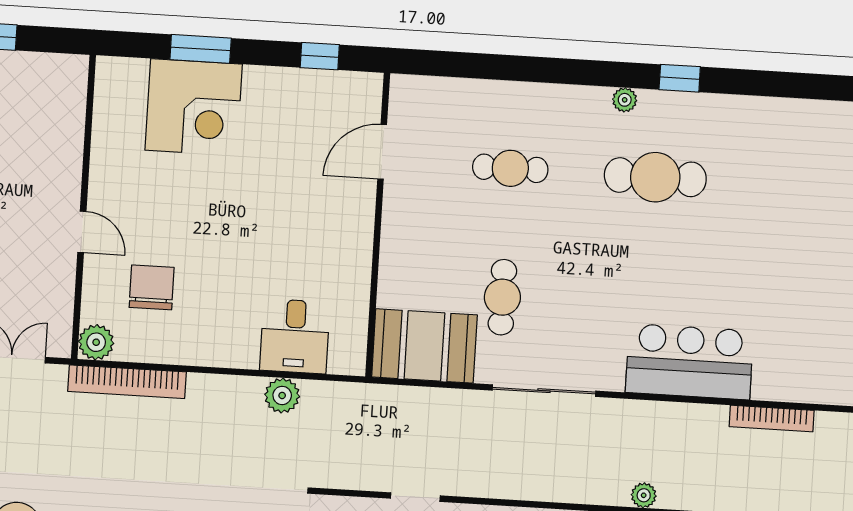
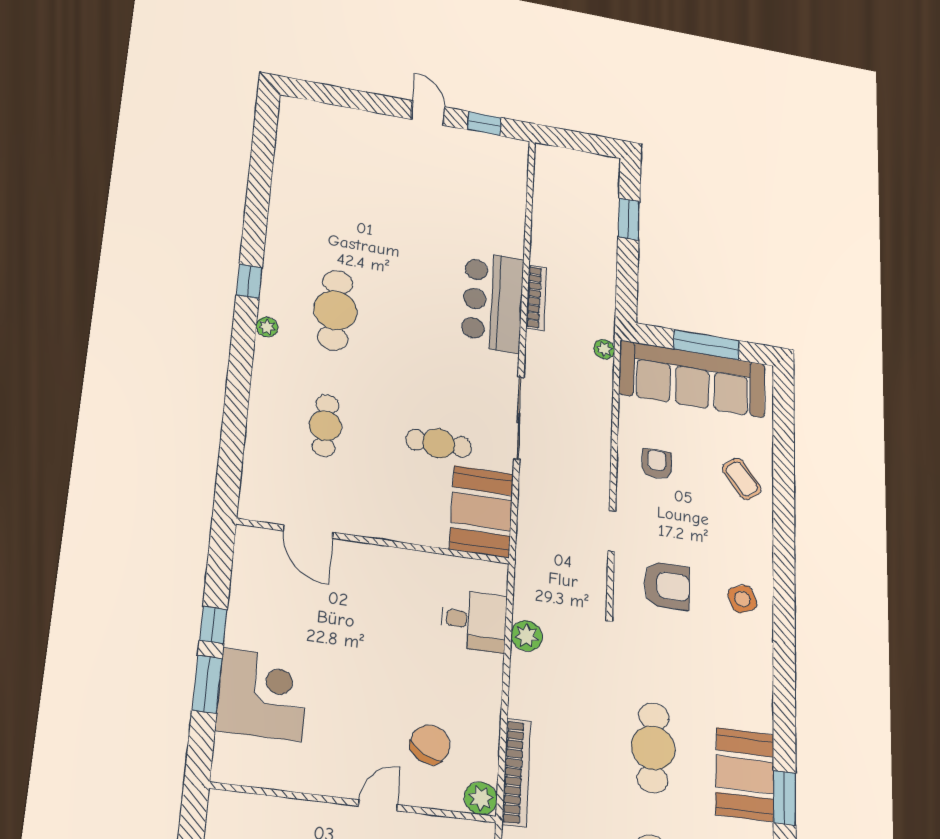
window: (320, 56) -> (213, 625), moved
chair: (152, 287) -> (430, 744), turned 118
bookcase: (772, 419) -> (536, 298), moved

